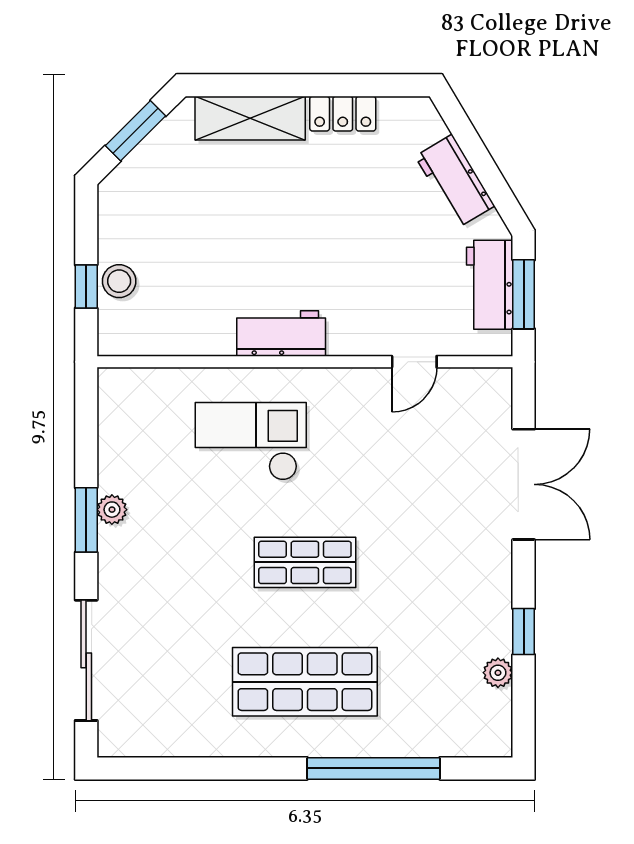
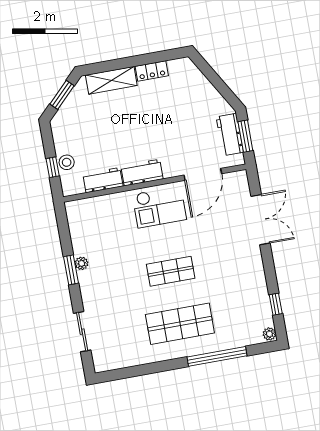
workbench: (455, 181) -> (103, 180), moved, turned 121
door: (414, 362) -> (203, 174), width x1.88
checkout: (251, 441) -> (159, 207), moved, turned 180
window: (524, 632) -> (276, 304), moved
sliding door: (86, 660) -> (82, 332), width x0.73
plant: (498, 673) -> (269, 334), moved

